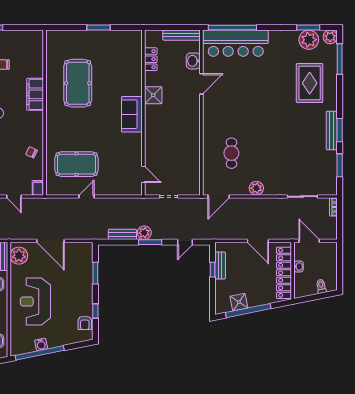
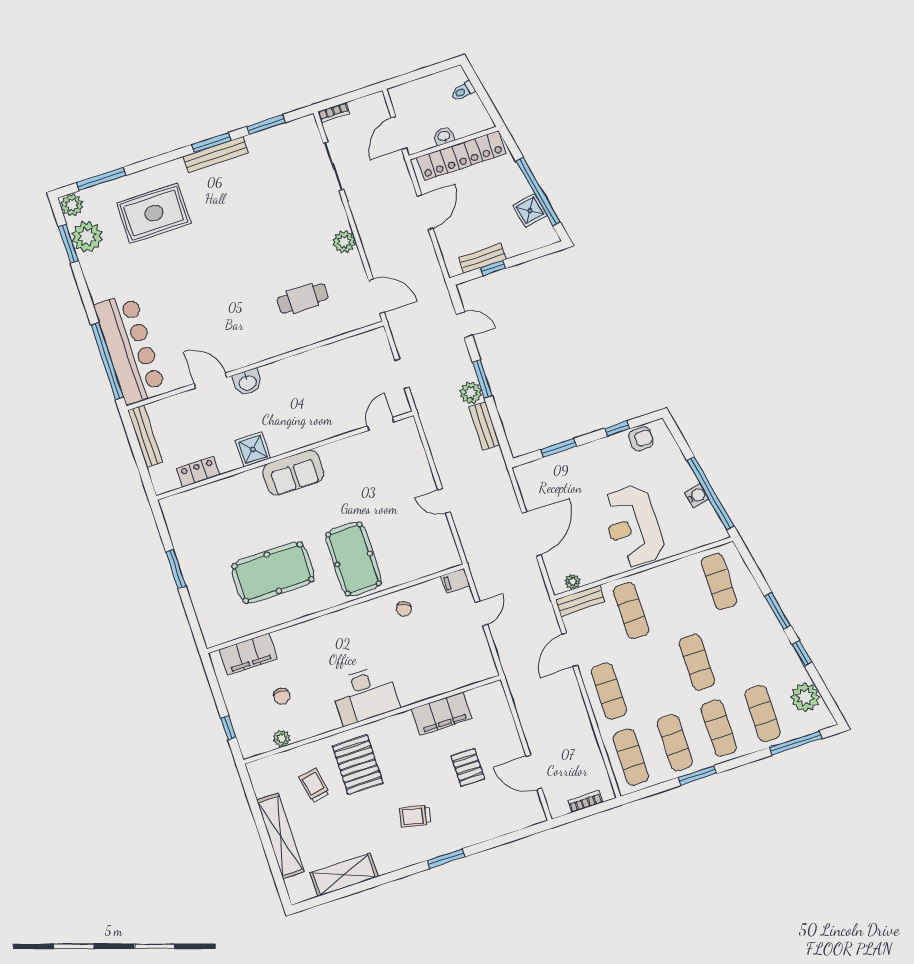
washbasin: (193, 61) -> (247, 382), moved
filing cabinet: (35, 94) -> (248, 654), moved
pool table: (77, 164) -> (354, 559), moved
plant: (19, 256) -> (573, 582), width x0.53, depth x0.53
reception desk: (35, 302) -> (633, 526), turned 90

